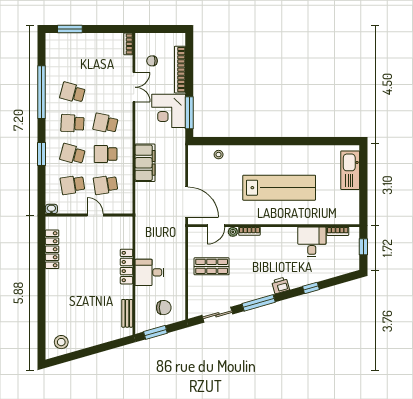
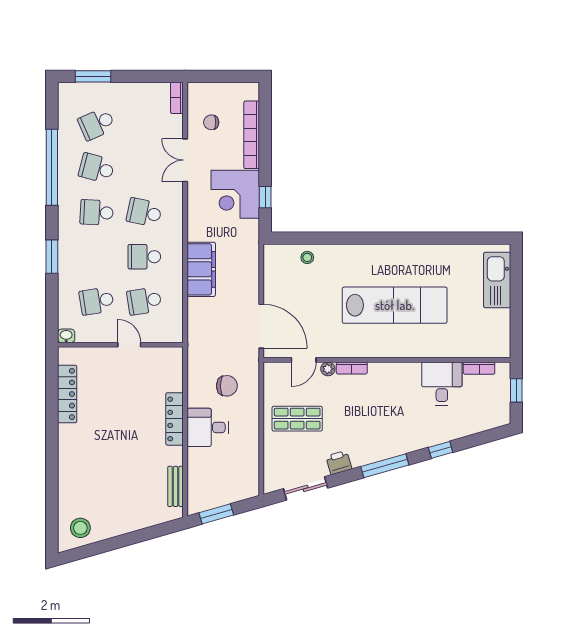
double door: (134, 87) -> (185, 160), swing flipped
window: (189, 113) -> (265, 197), width x0.46
school desk: (73, 154) -> (97, 124), moved, turned -39
printer: (281, 285) -> (339, 463), moved
window: (259, 303) -> (385, 466), moved
chair: (164, 308) -> (227, 386), moved

